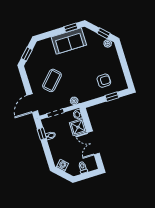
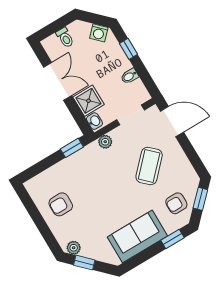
window: (71, 28) -> (172, 239), moved
armchair: (41, 55) -> (176, 203), added
armchair: (104, 81) -> (61, 204), moved
window: (112, 97) -> (72, 148), moved
door: (32, 103) -> (172, 122), hinge flipped
window: (42, 134) -> (128, 49), moved

